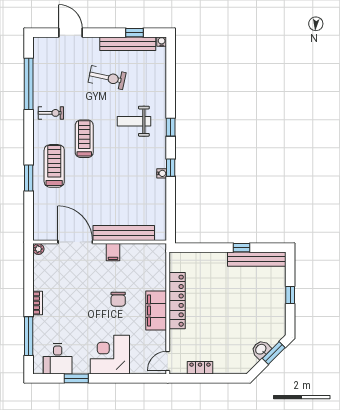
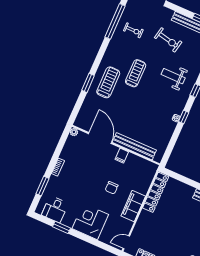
exercise bike: (51, 113) -> (133, 30), moved
locker: (177, 301) -> (156, 192), moved
window: (29, 336) -> (42, 186), width x0.69

